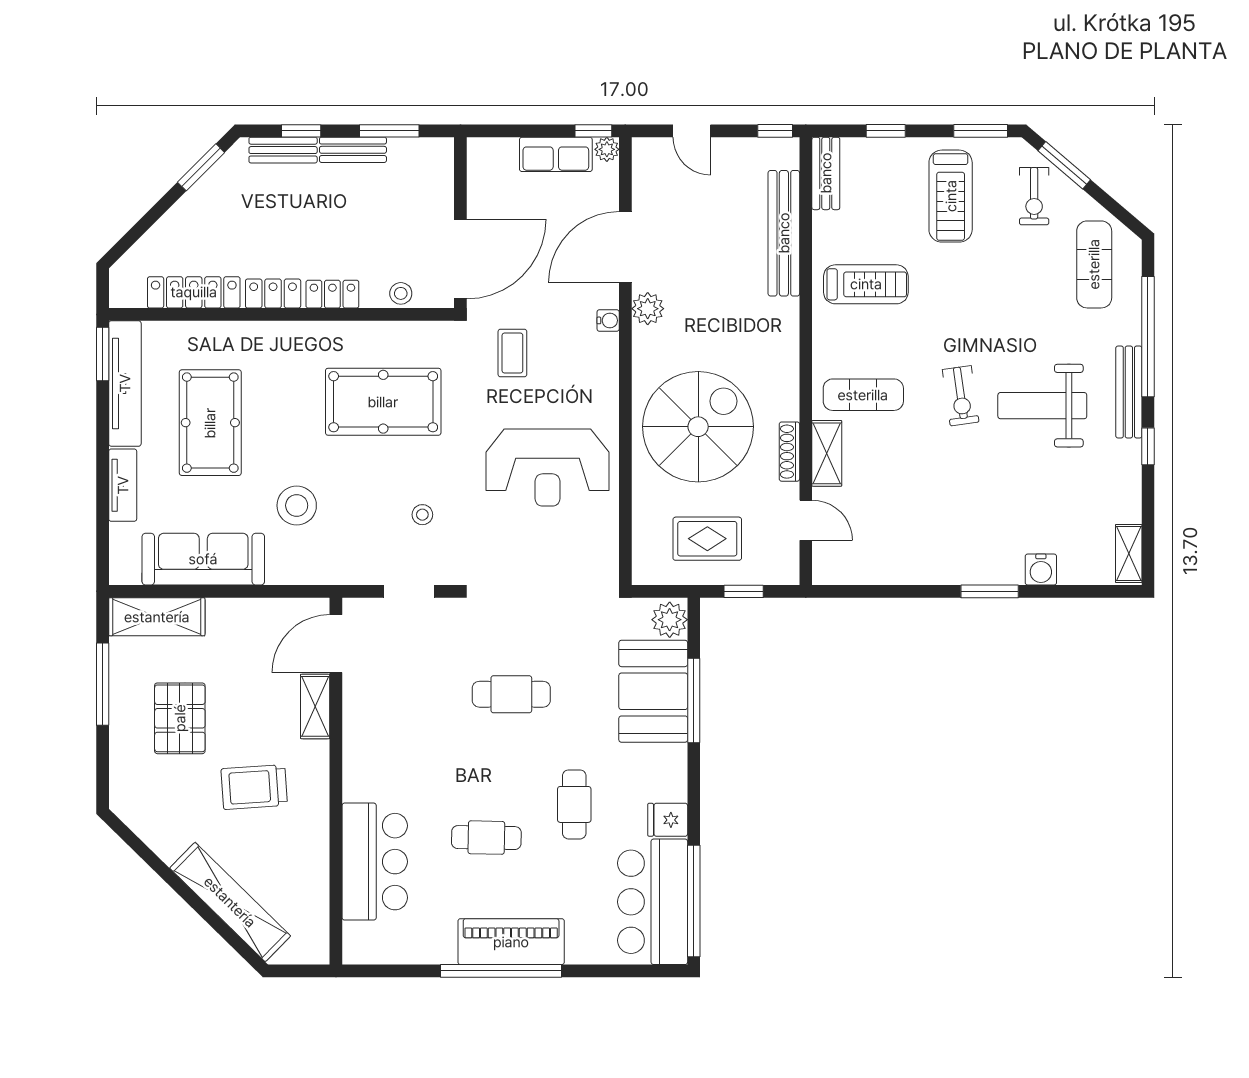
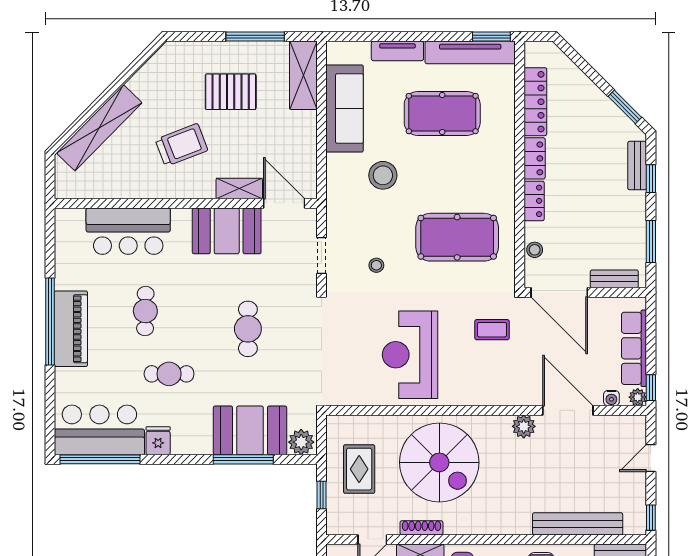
bench: (353, 150) -> (614, 279), moved, turned 90
row of seats: (556, 154) -> (634, 348), width x1.48
water cooler: (608, 320) -> (611, 398), moved
pool table: (383, 402) -> (457, 237), turned 90
booth: (374, 724) -> (227, 231), added
trolley: (254, 787) -> (182, 145), turned 73

